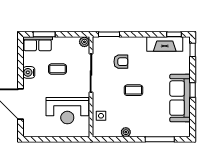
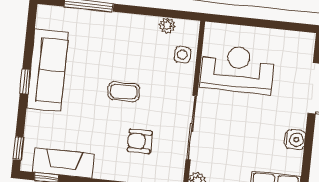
coffee table: (57, 69) -> (247, 140), removed
plant: (126, 132) -> (167, 26), moved

